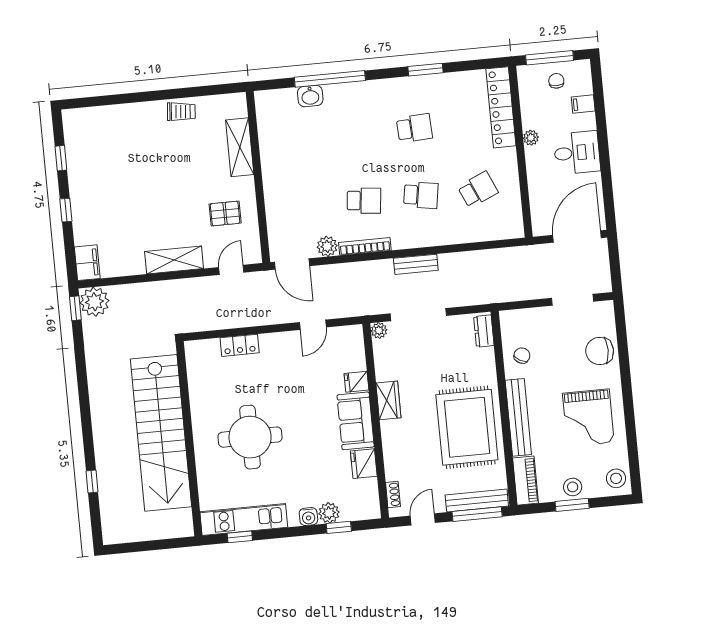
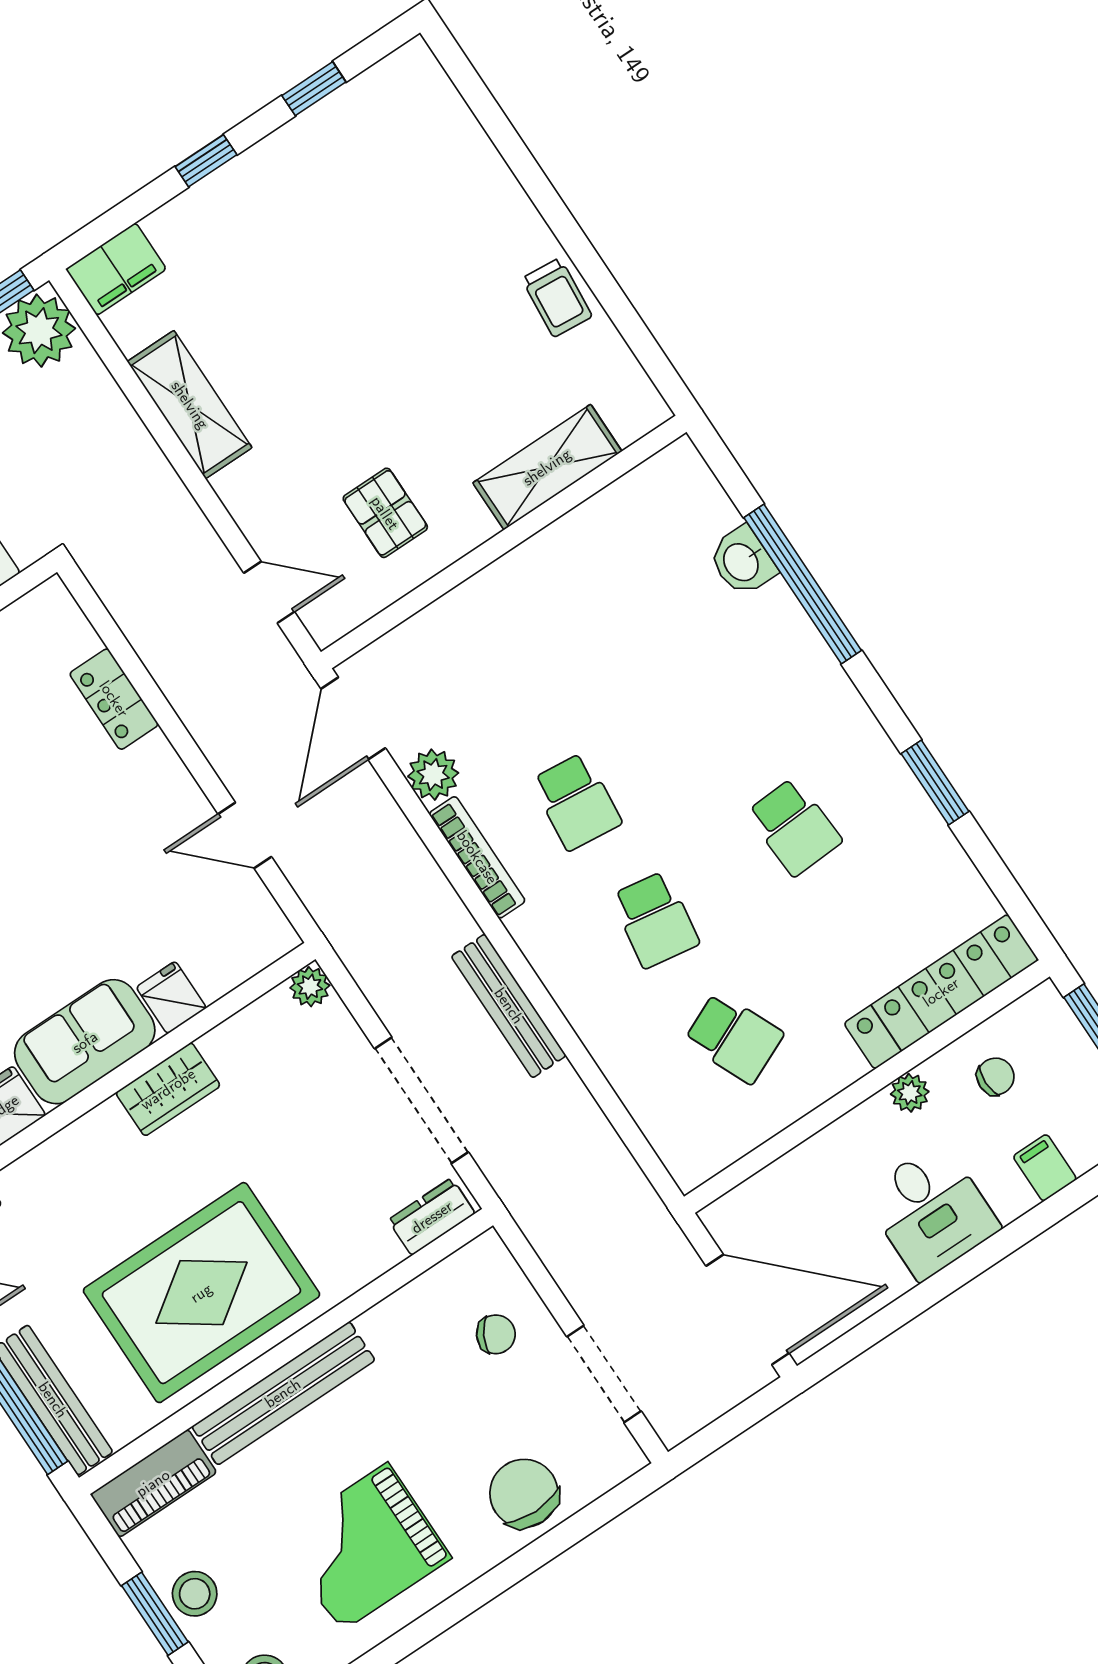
chair: (556, 81) -> (996, 1077), moved
shelving: (174, 260) -> (190, 405), moved
bench: (416, 264) -> (509, 1006), width x1.36
doorway: (418, 315) -> (422, 1100), moved
chair: (522, 356) -> (496, 1334), moved

